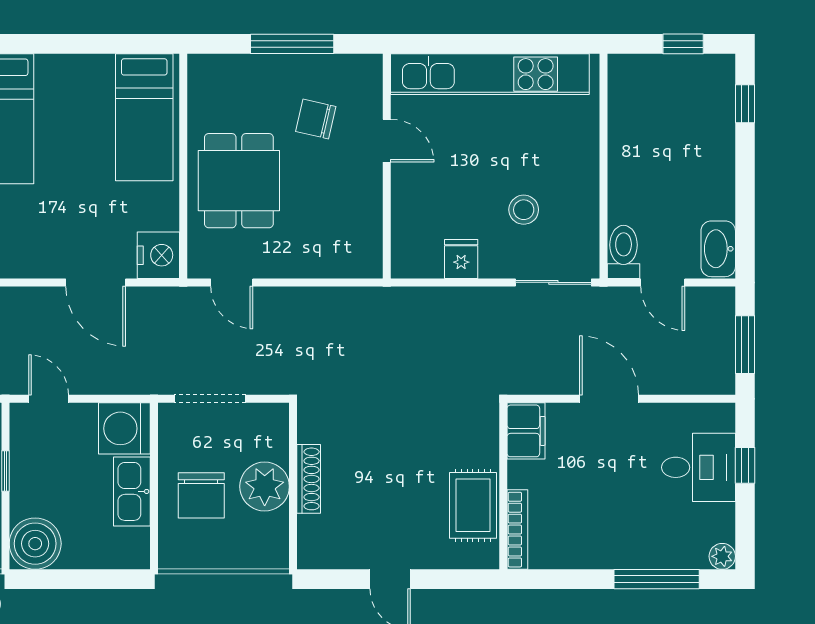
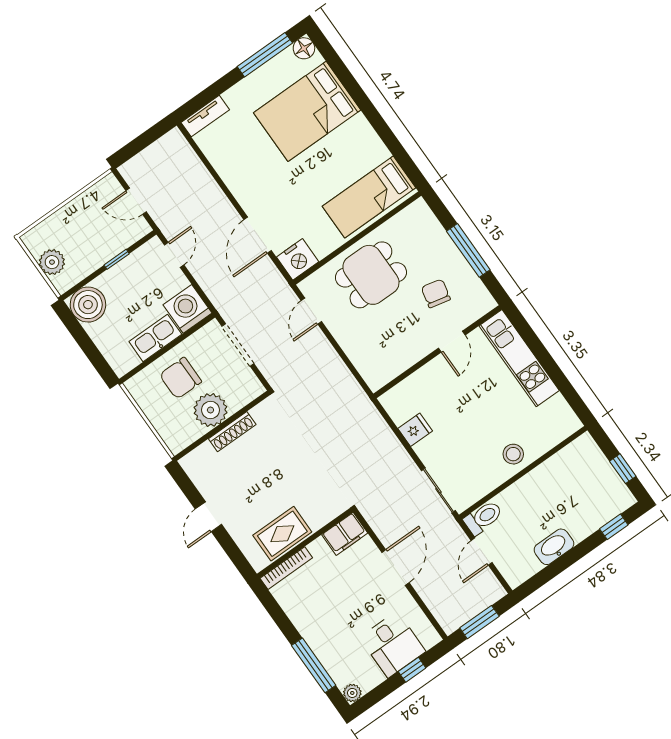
kitchen unit: (490, 74) -> (519, 358), width x0.73
stool: (524, 210) -> (513, 454), moved
washbasin: (718, 249) -> (554, 547), moved

